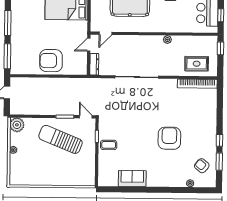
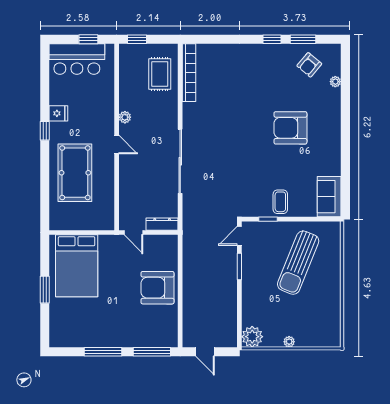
door: (106, 33) -> (117, 145), moved
armchair: (51, 61) -> (157, 288), turned 90
armchair: (169, 138) -> (290, 128), moved
sun lounger: (61, 139) -> (298, 263), moved
sofa: (132, 178) -> (329, 197), moved

